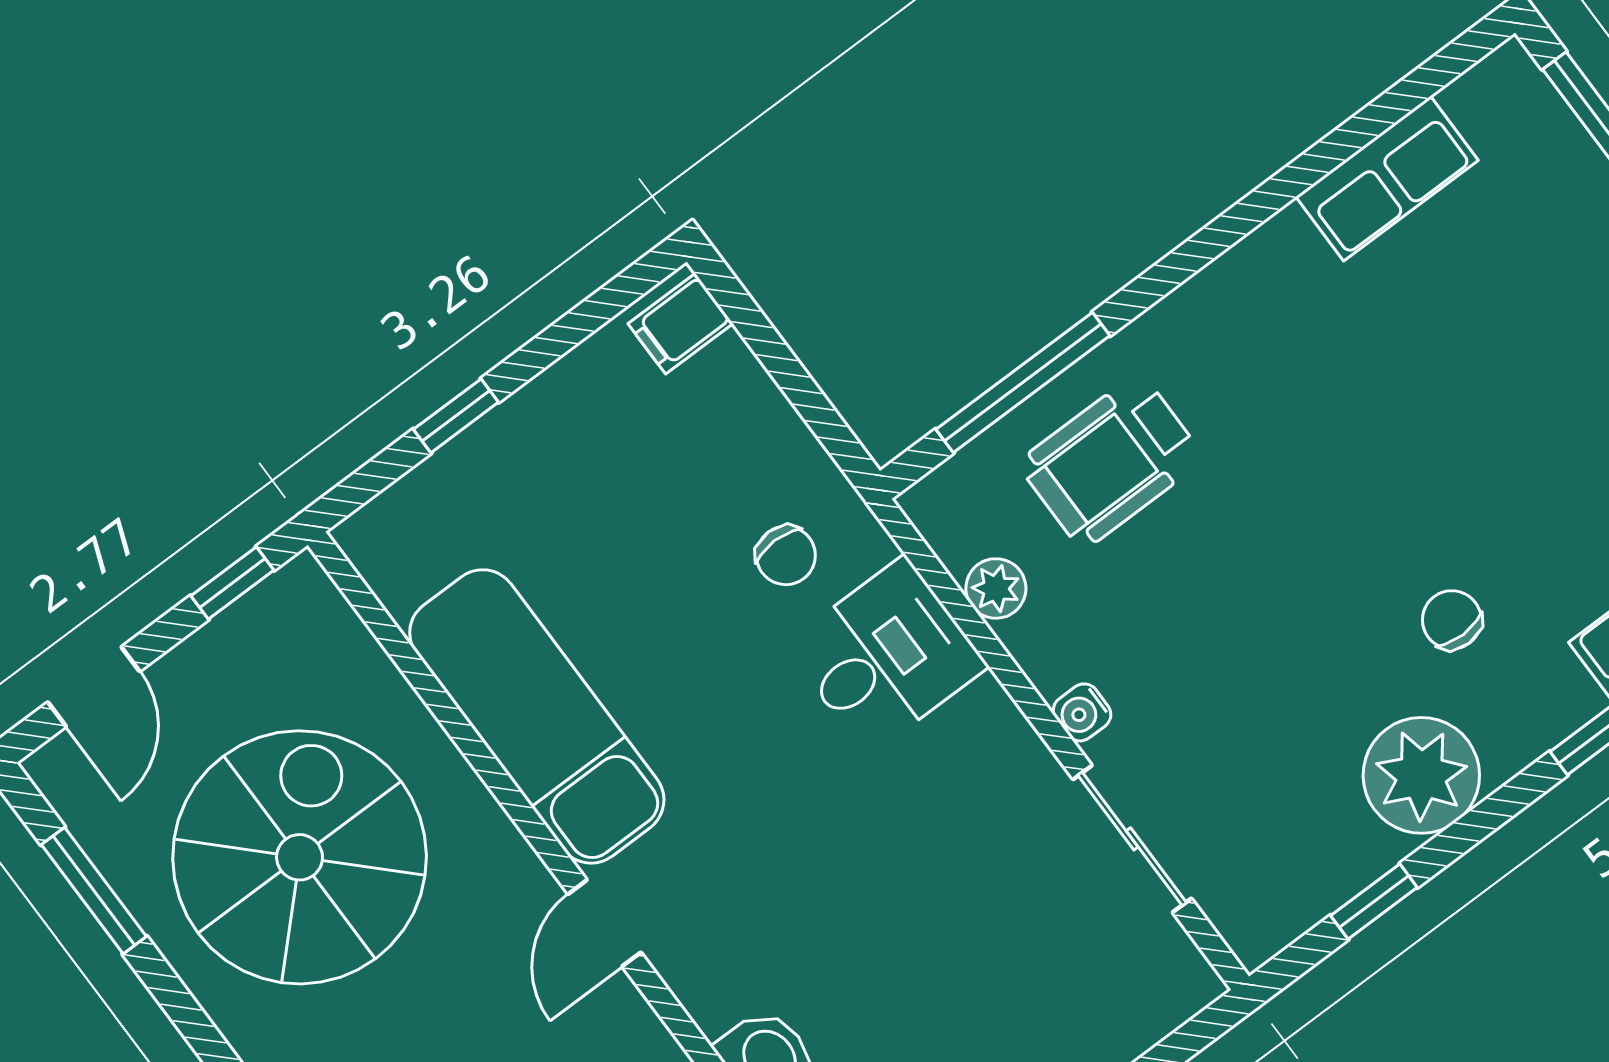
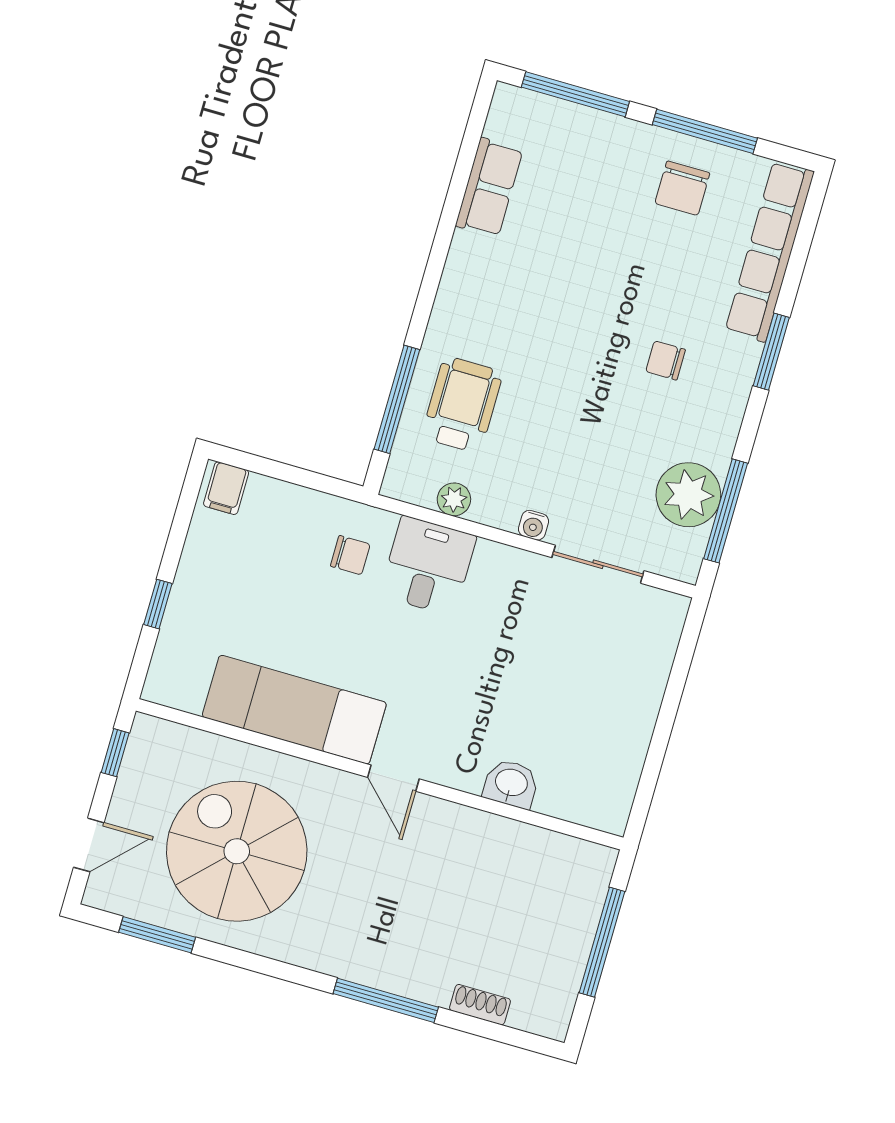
wheelchair: (1111, 461) -> (462, 405), turned 180
door: (94, 687) -> (89, 845), hinge flipped
plant: (1421, 775) -> (688, 495), moved
window: (1374, 902) -> (726, 511), width x2.17

